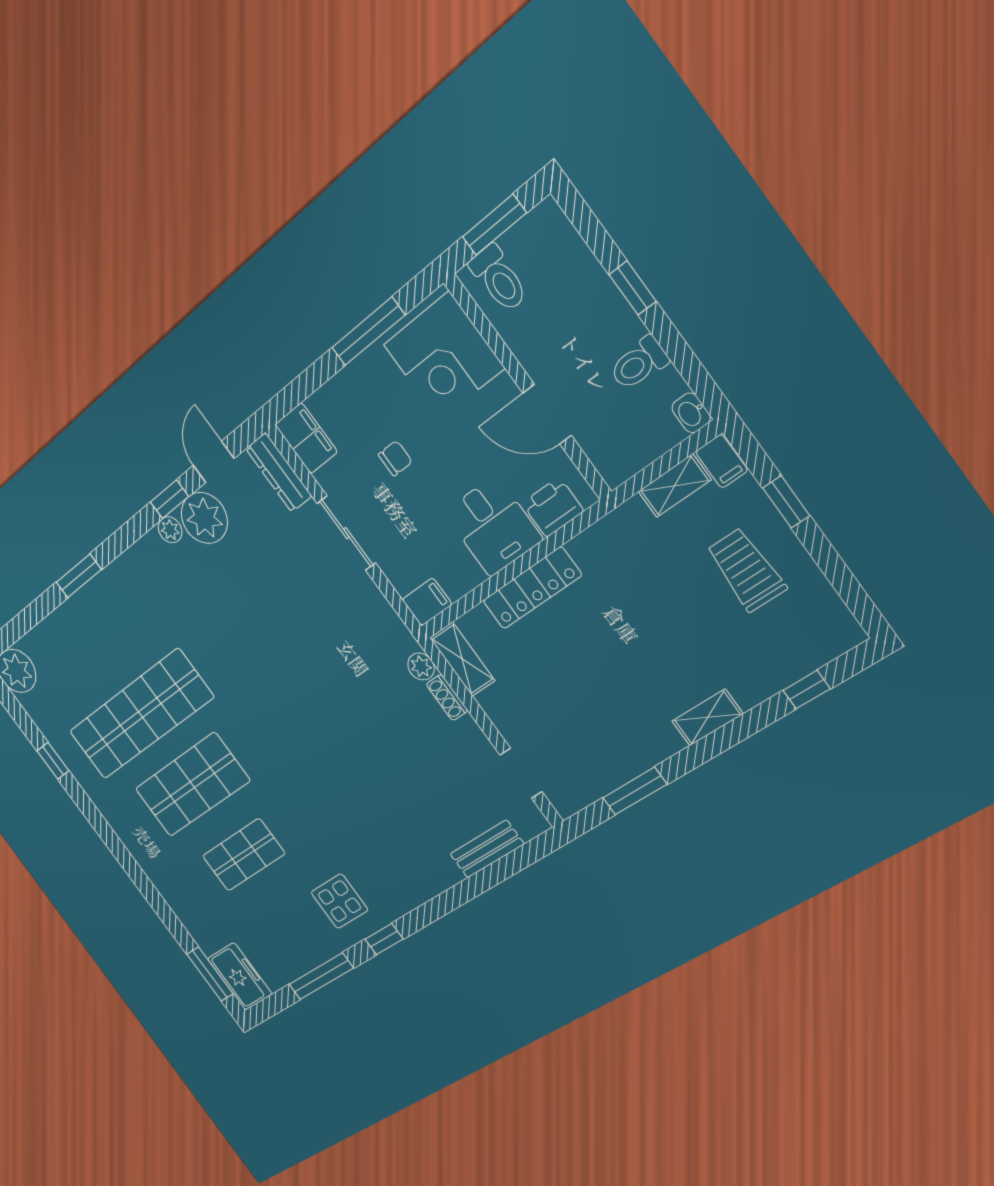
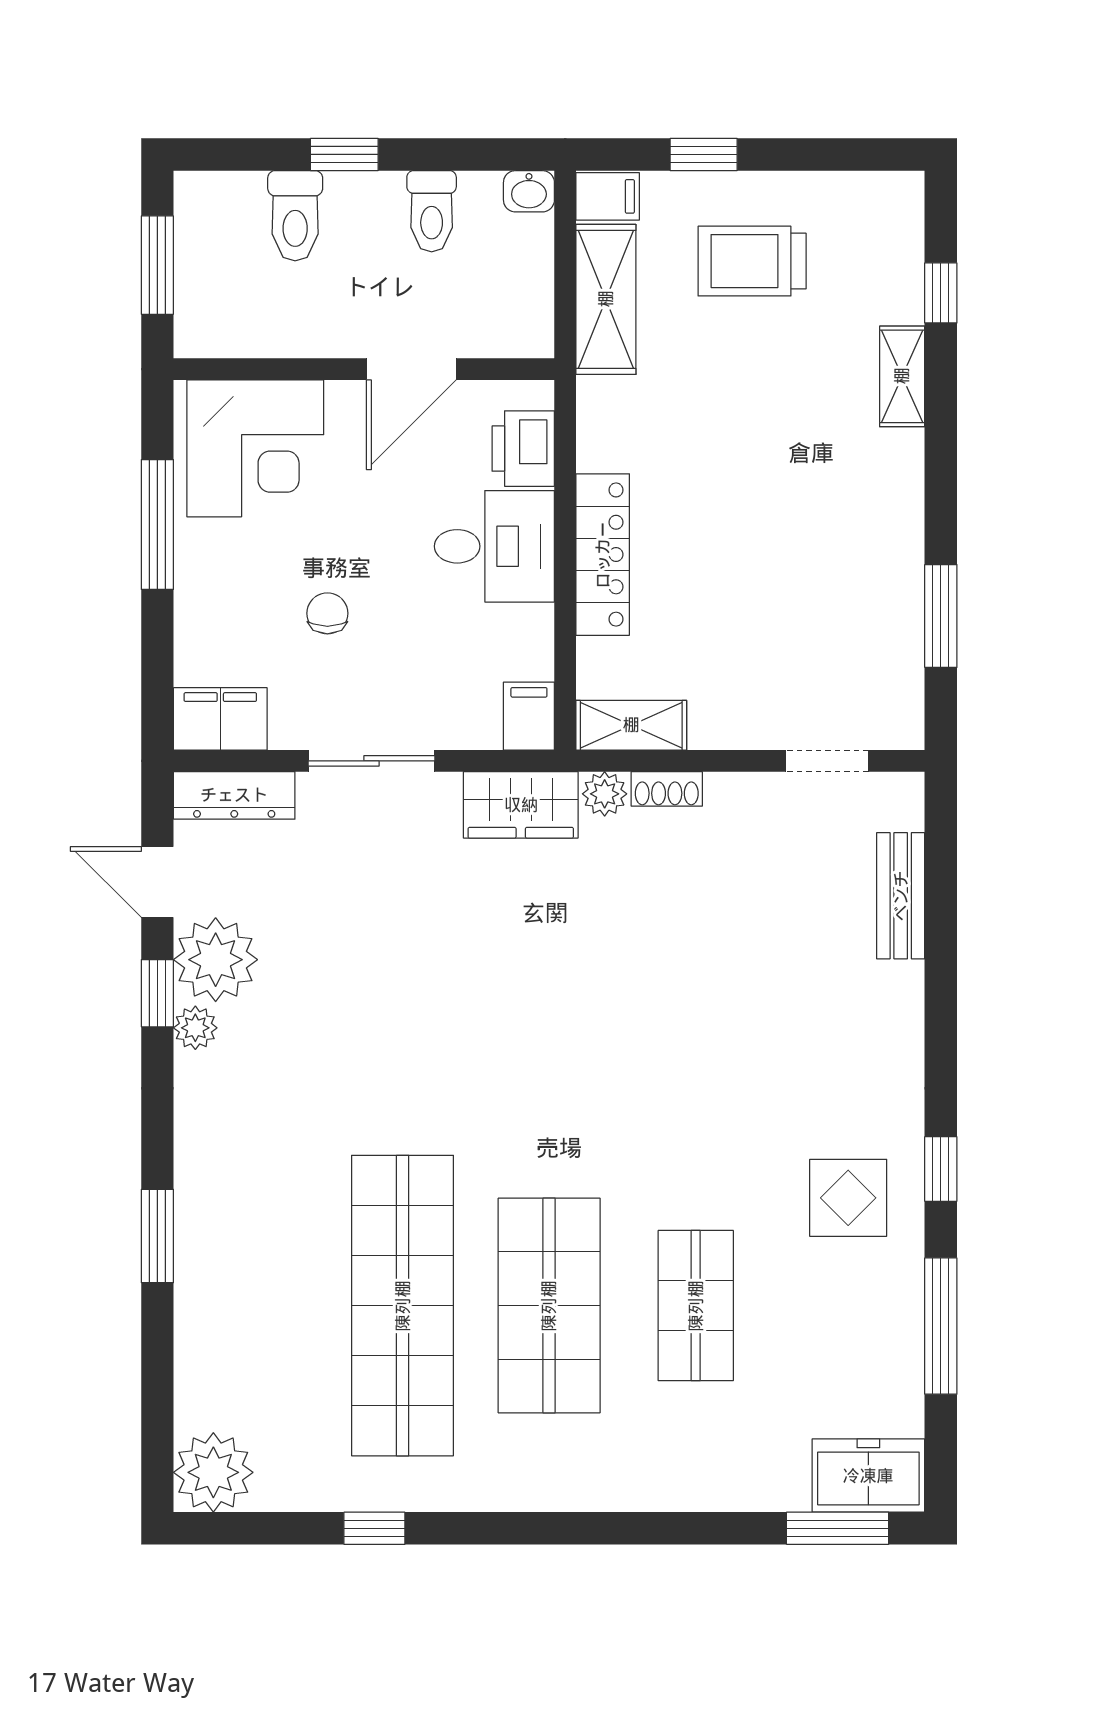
toilet: (499, 278) -> (295, 216), moved, turned 90
shelving: (675, 486) -> (606, 299), width x1.50, depth x1.33
wardrobe: (384, 626) -> (521, 805), added
shelving: (707, 717) -> (902, 376), moved

